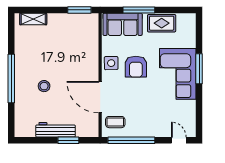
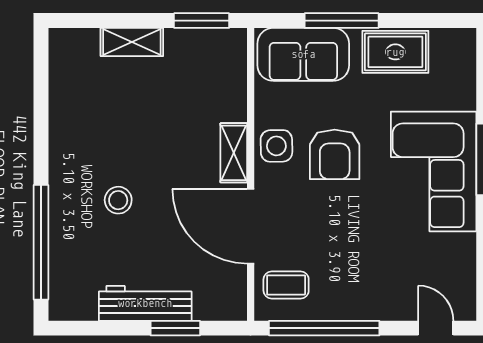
shelving: (33, 19) -> (132, 42), moved
shelving: (93, 66) -> (234, 153), added
window: (11, 79) -> (41, 242), moved

